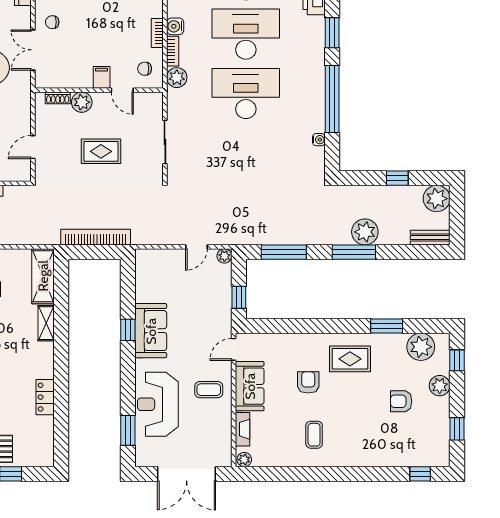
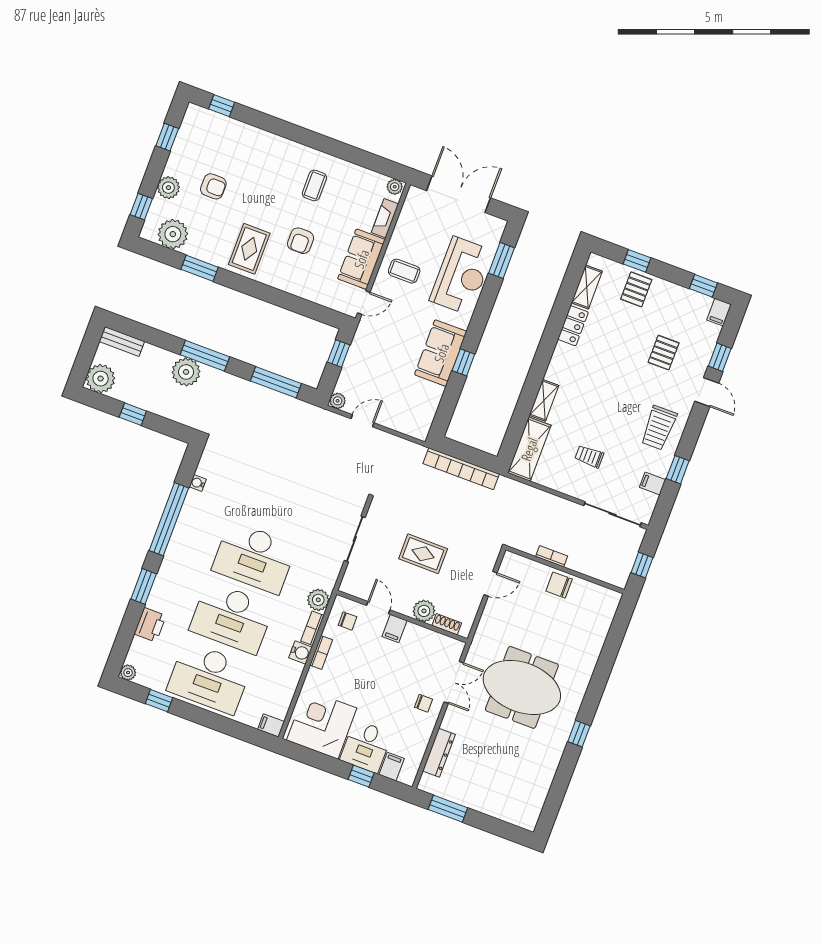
rug: (350, 359) -> (249, 249), turned 90
shelving: (46, 435) -> (587, 287), added

